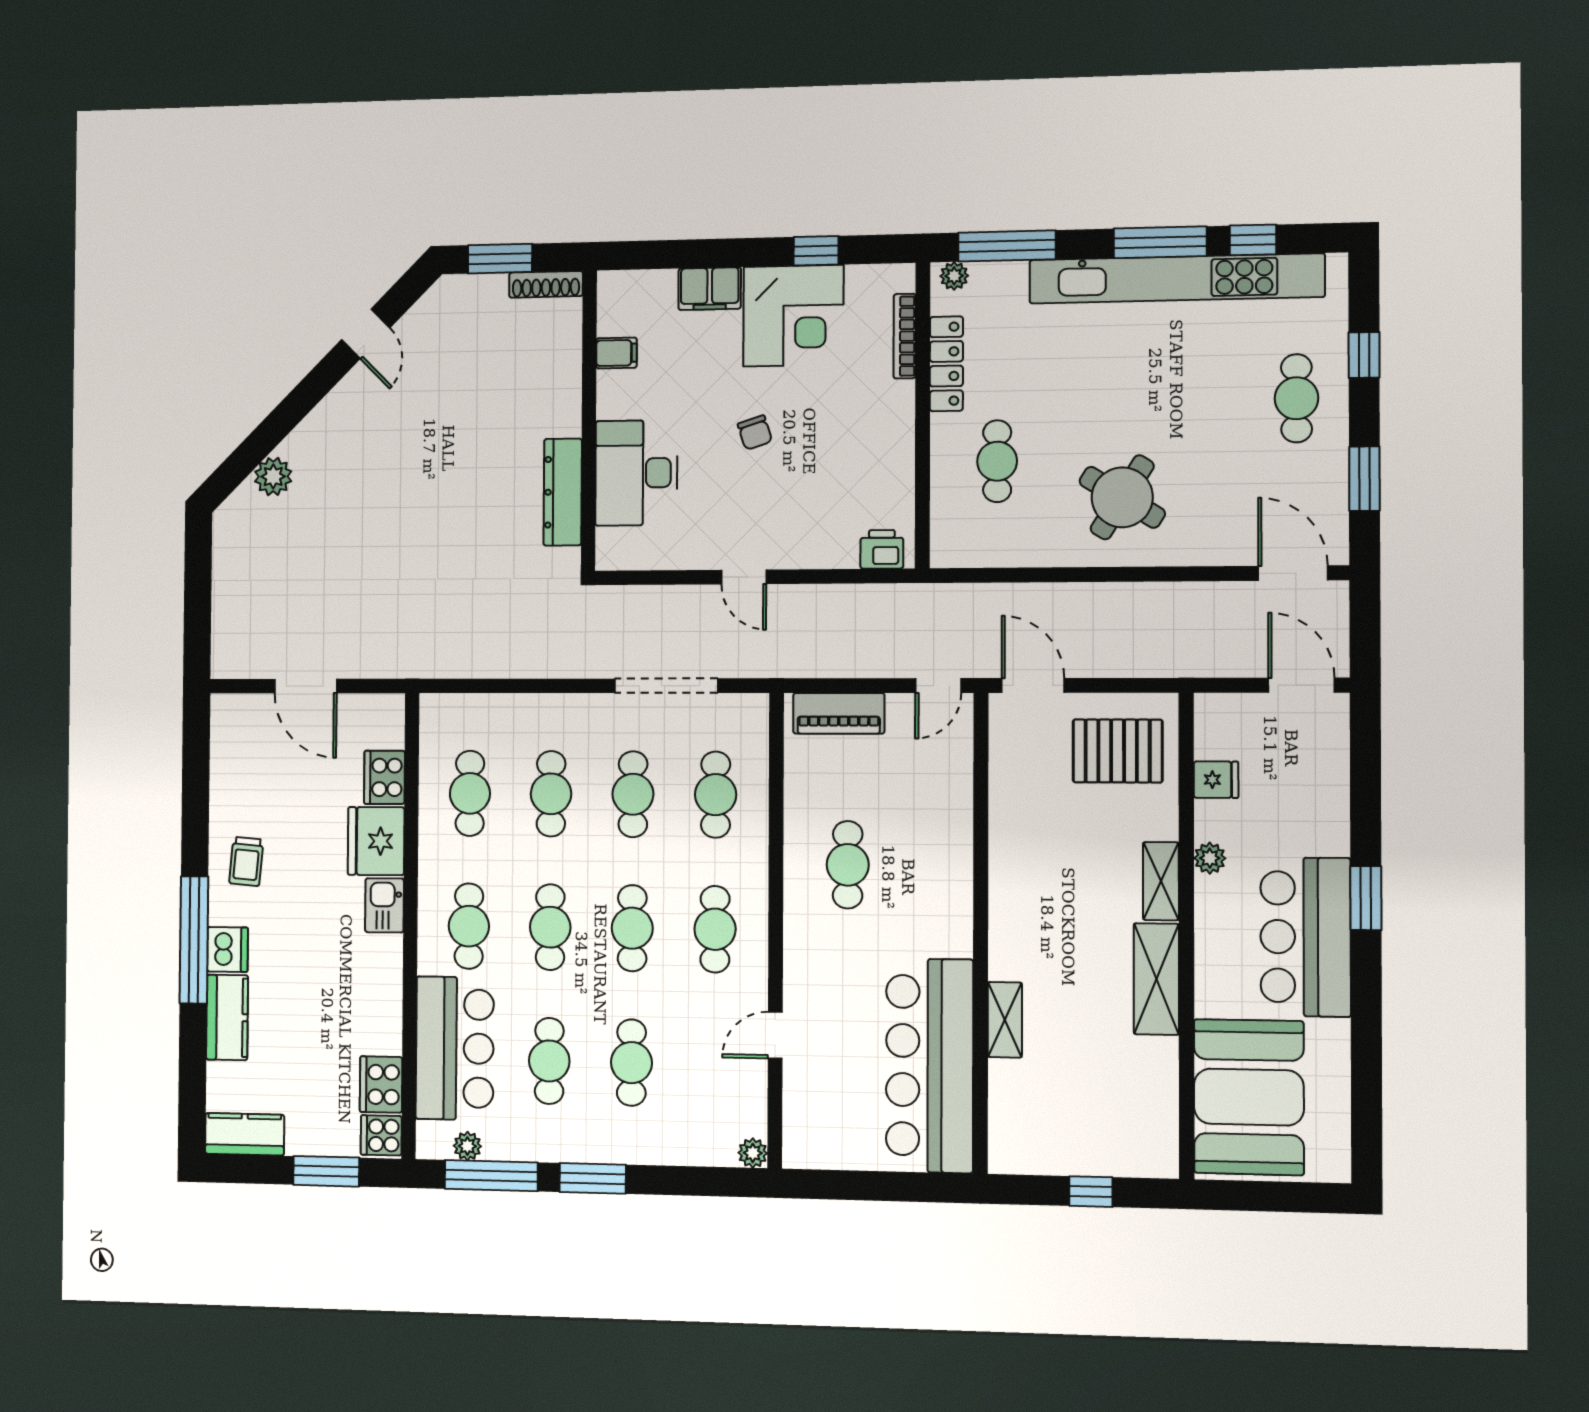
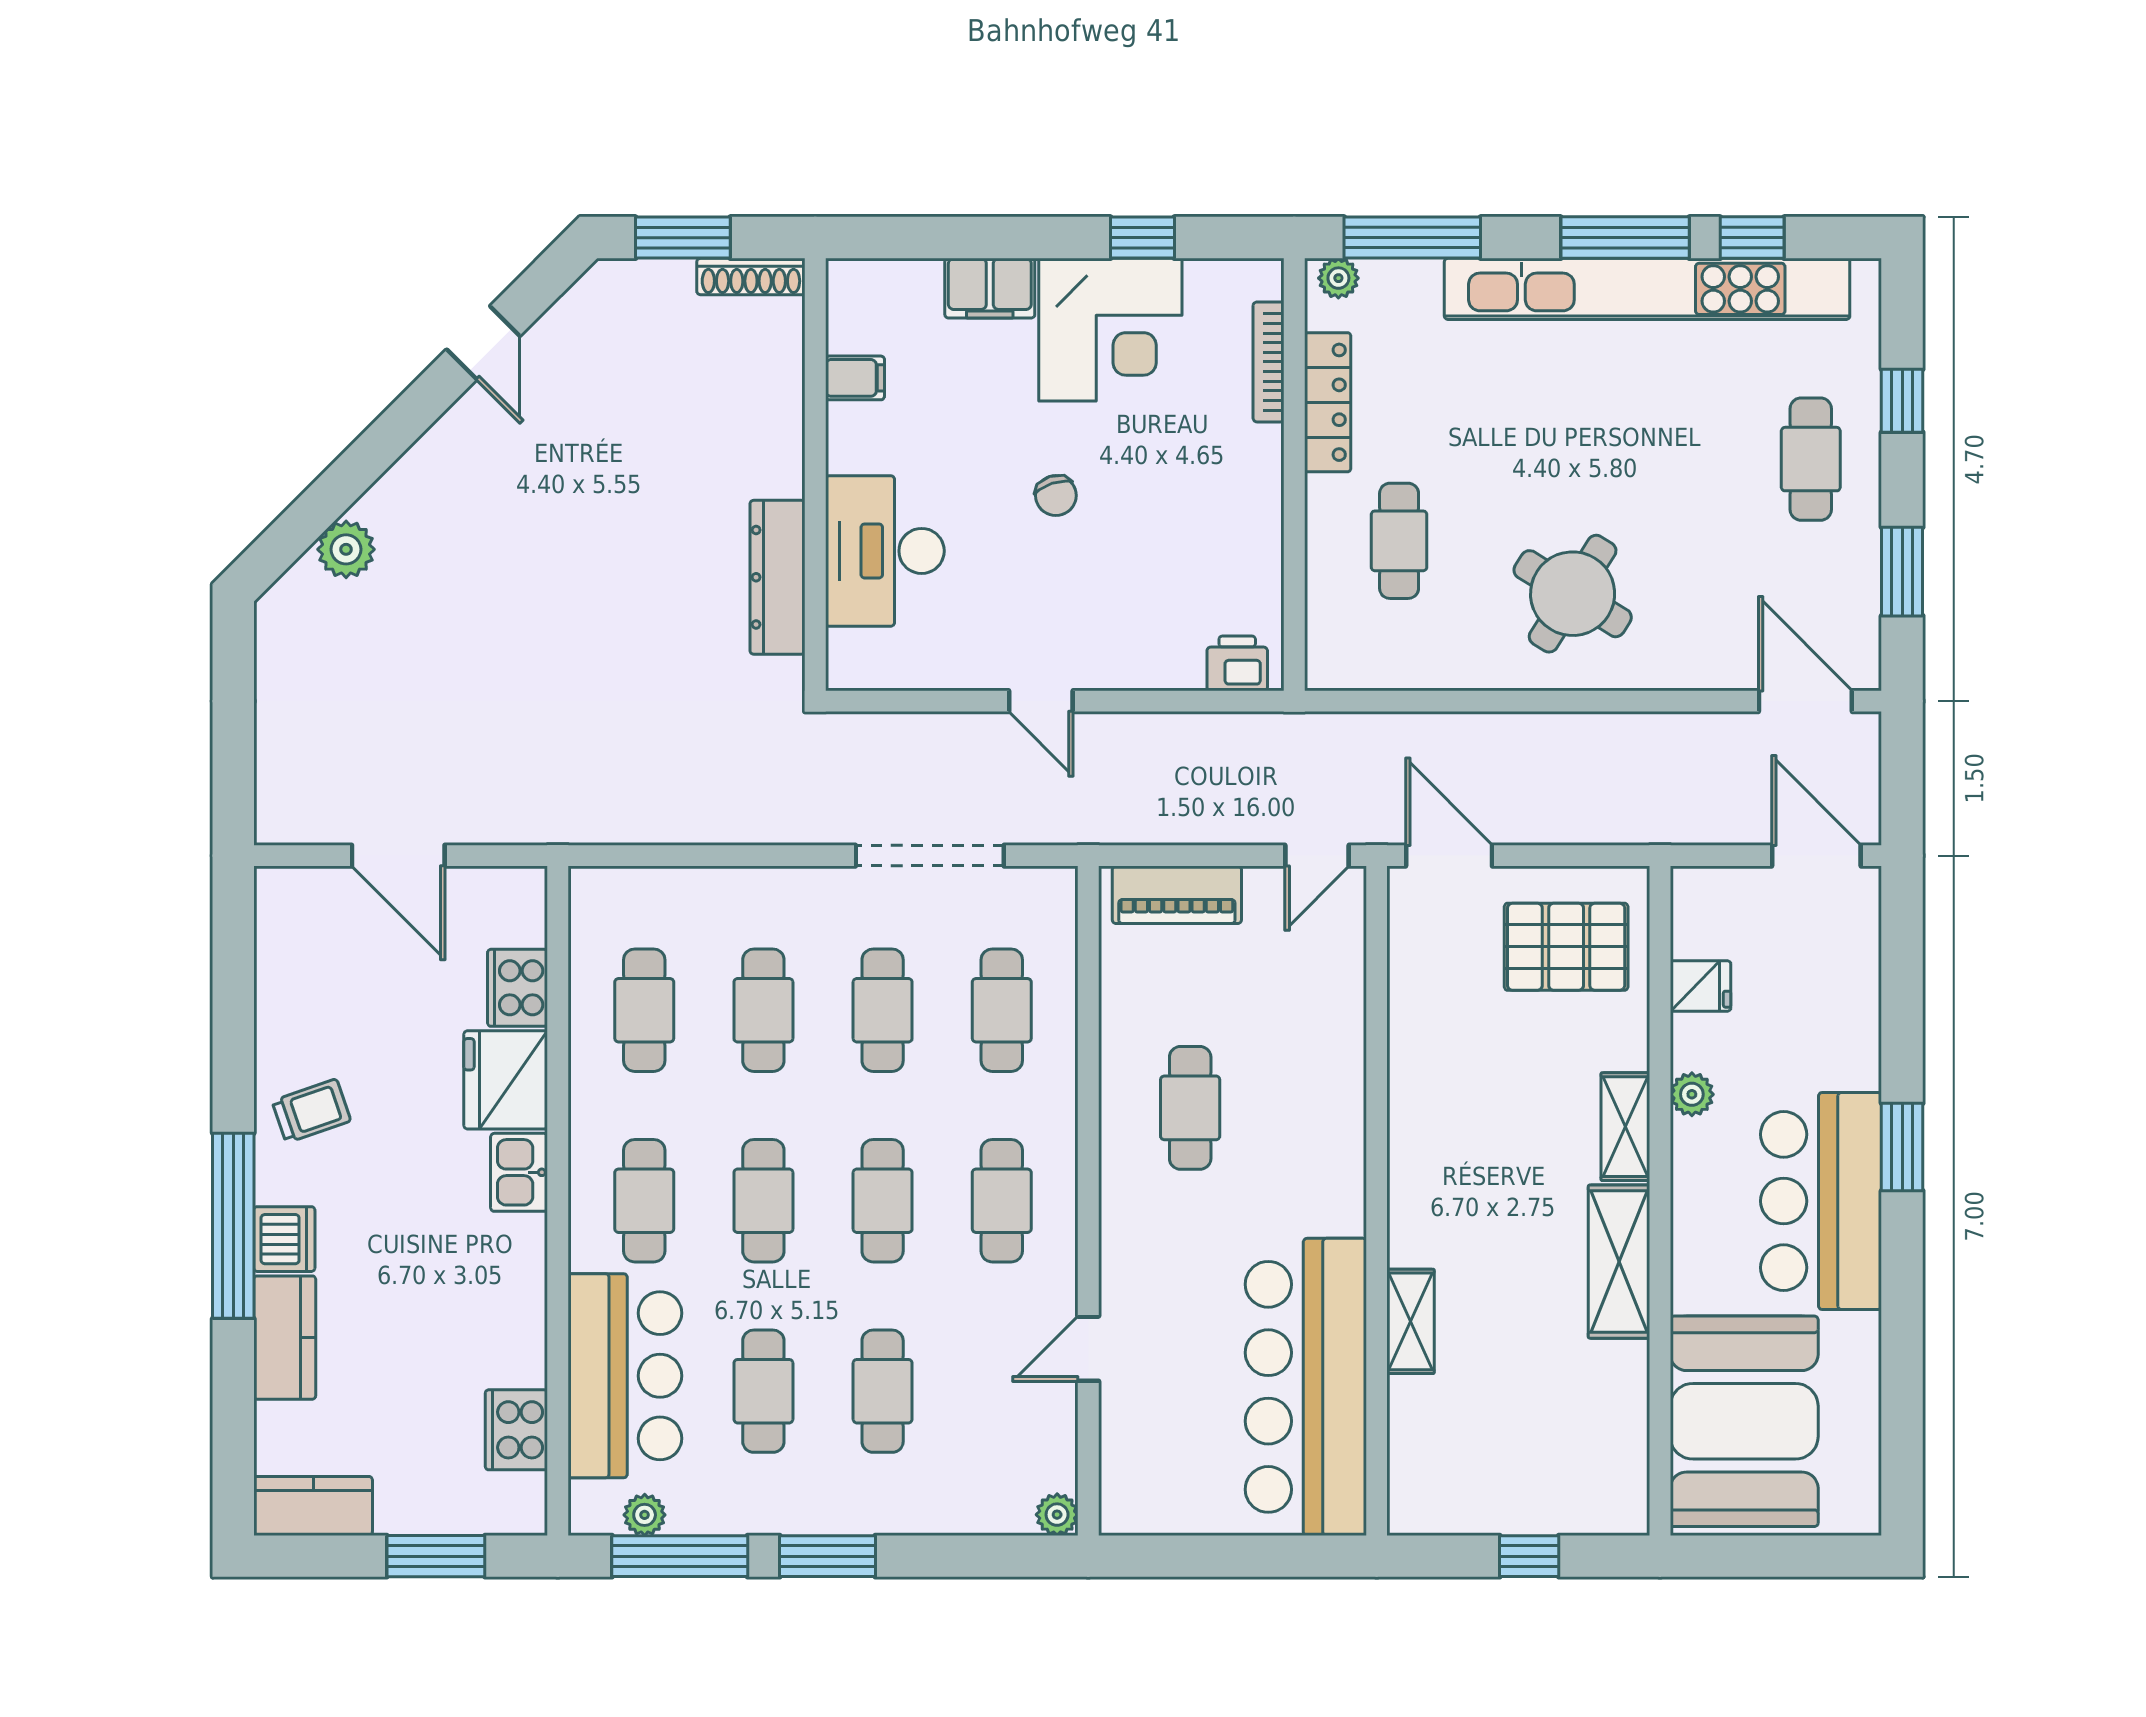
trolley: (246, 861) -> (311, 1111), turned -114
cooker: (381, 1135) -> (517, 1503), removed

